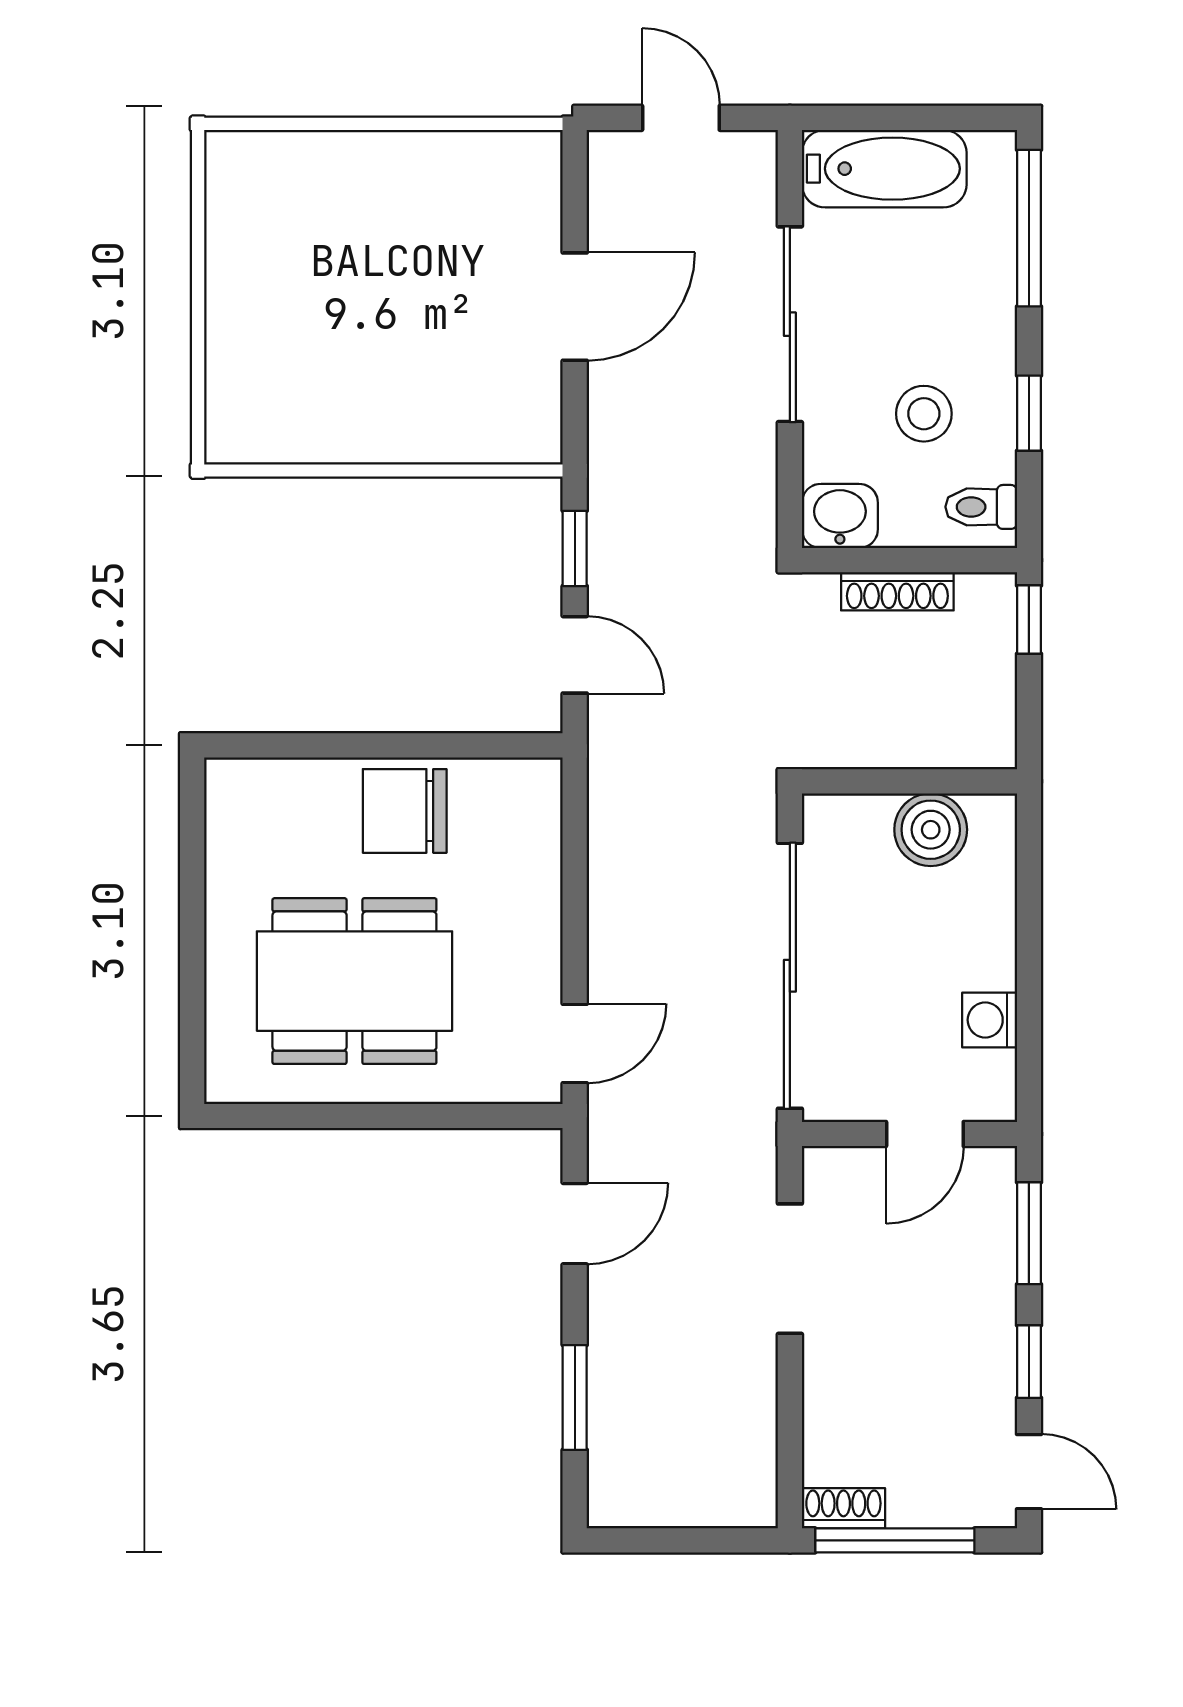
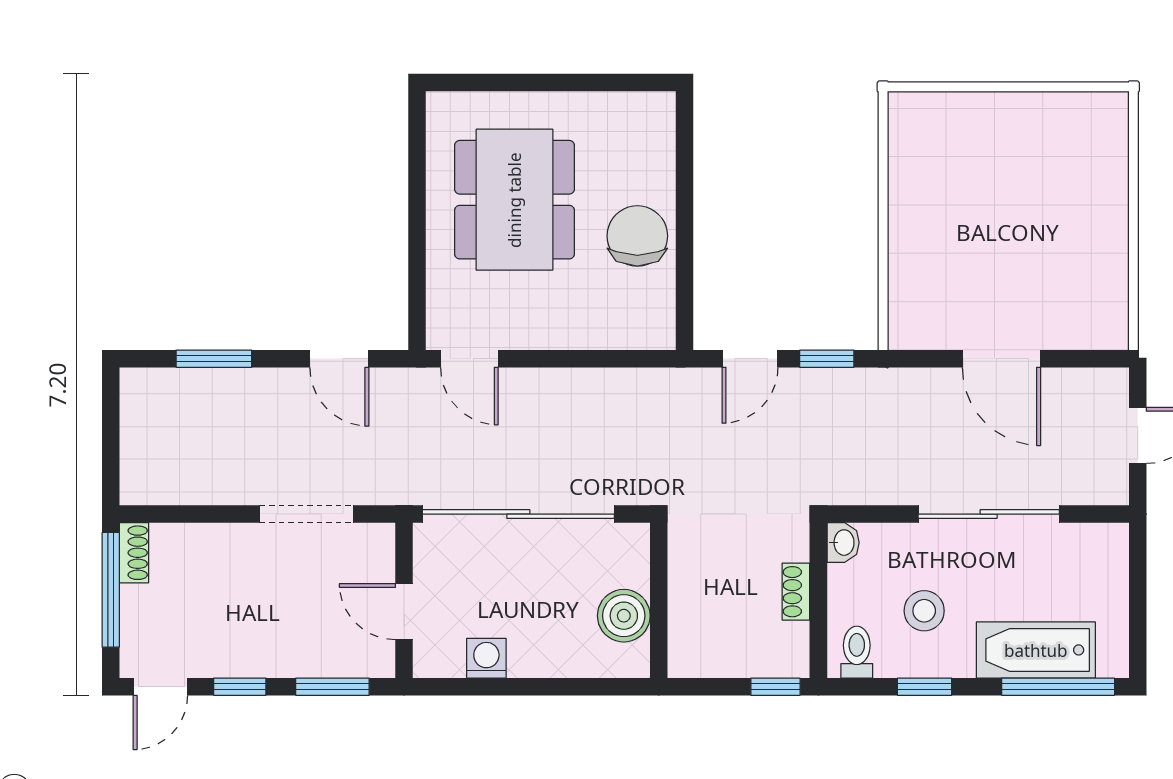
bathtub: (884, 169) -> (1036, 650), moved, turned 90
washbasin: (840, 516) -> (843, 543), width x0.72, depth x0.69
shoe rack: (897, 591) -> (796, 592), width x0.70

